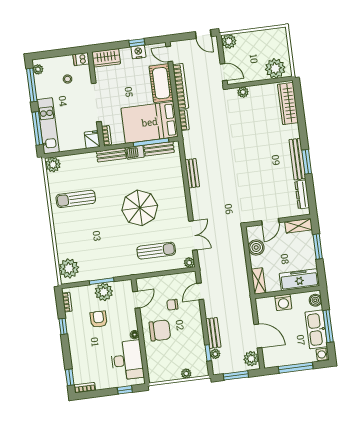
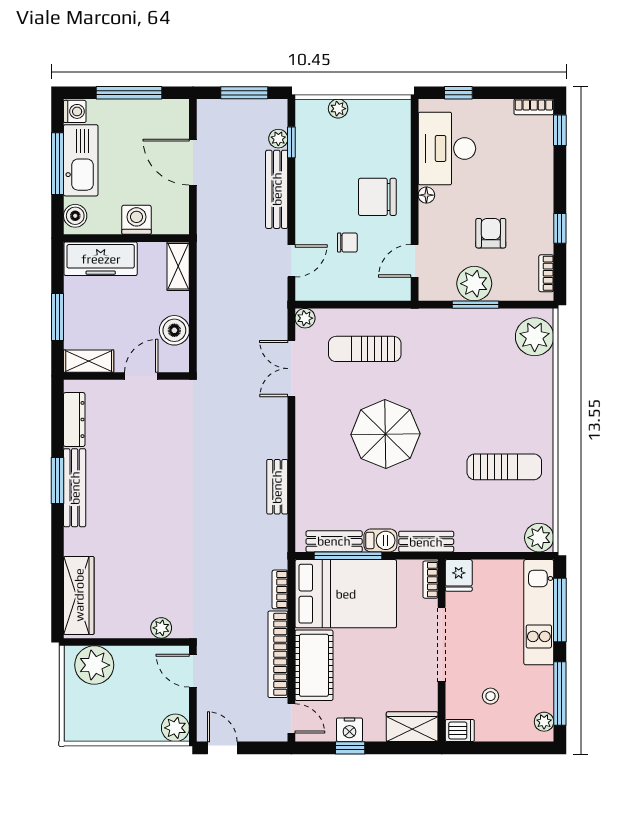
armchair: (99, 319) -> (491, 233), turned 180
bench: (213, 333) -> (277, 189), width x1.36
plant: (251, 359) -> (211, 121), removed

